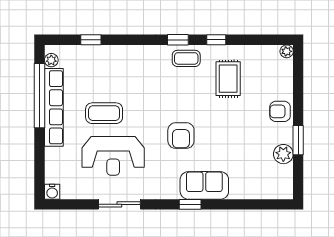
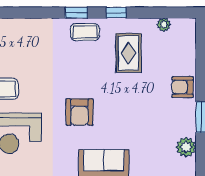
plant: (287, 51) -> (164, 25), moved
plant: (283, 154) -> (186, 147), moved

